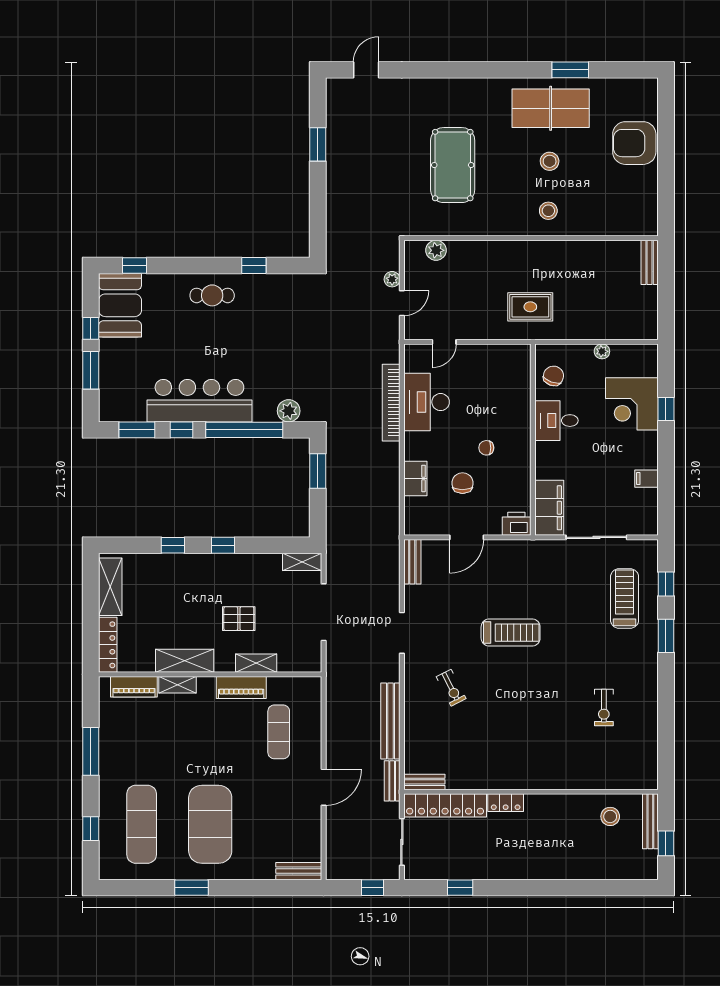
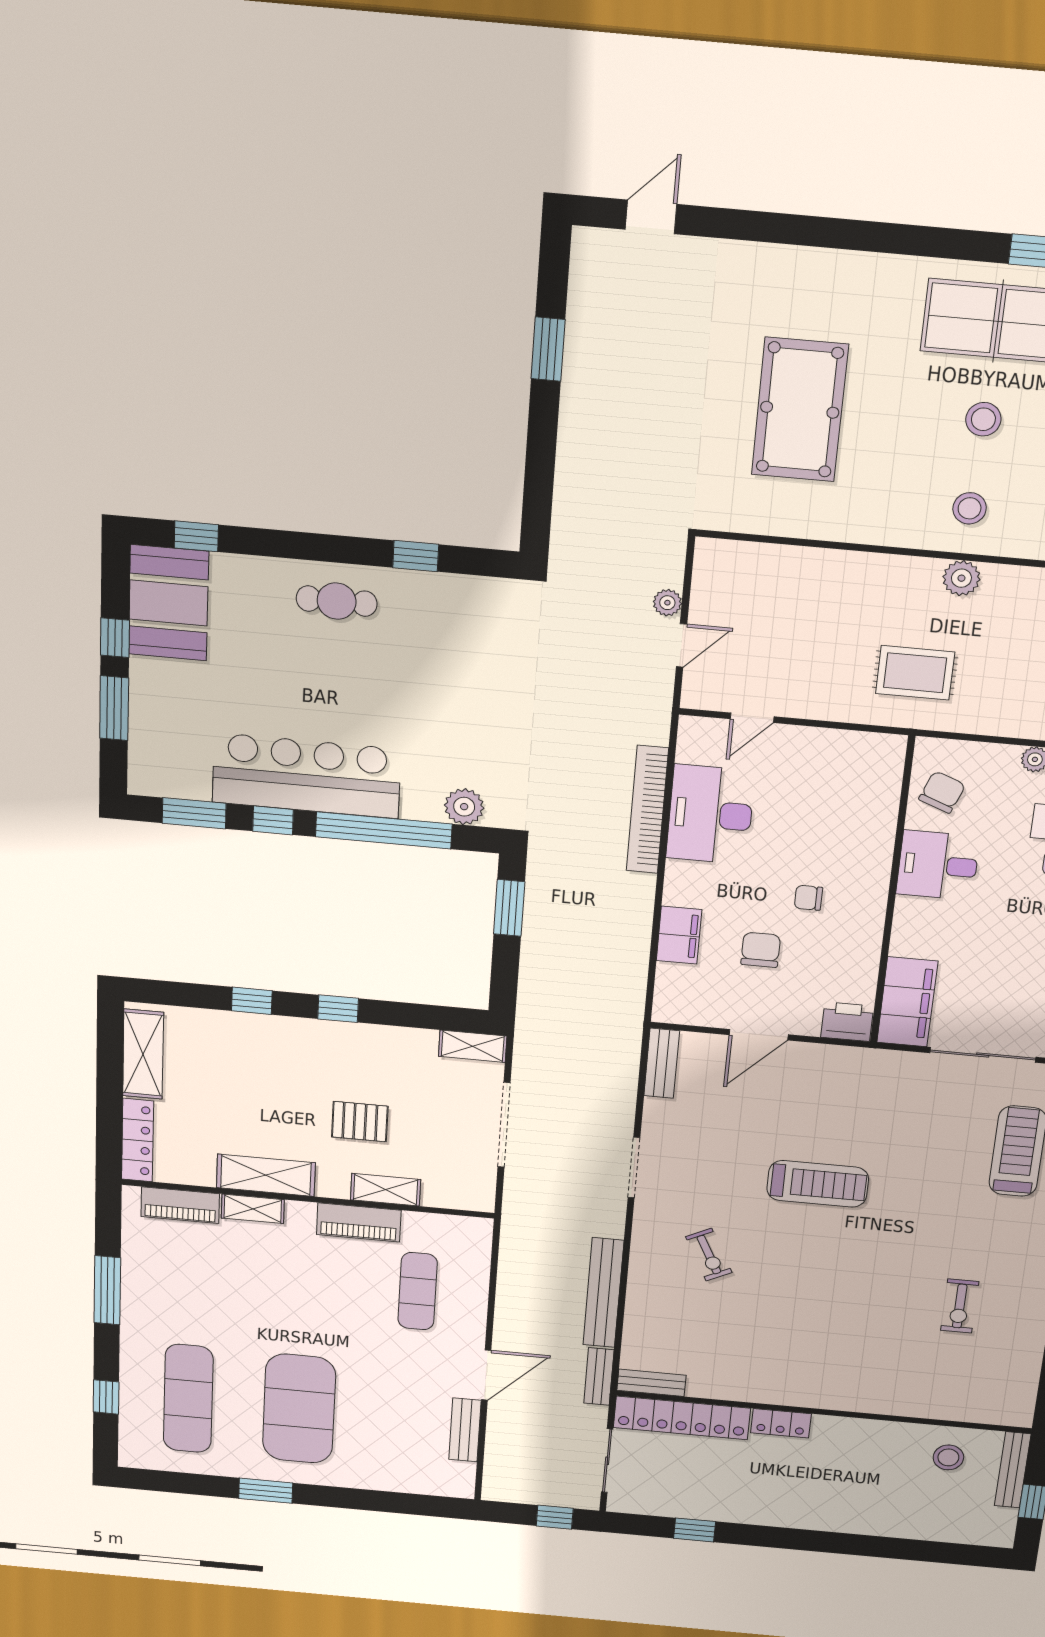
plant: (436, 250) -> (961, 578), moved
bench: (299, 871) -> (465, 1430), moved, turned 90

